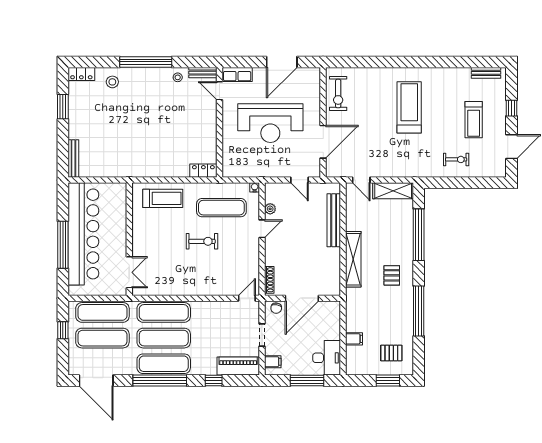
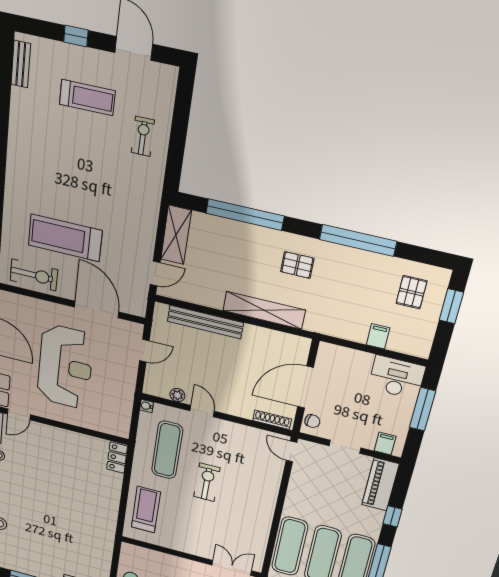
treadmill: (409, 107) -> (65, 238), moved
door: (302, 298) -> (306, 387), swing flipped

